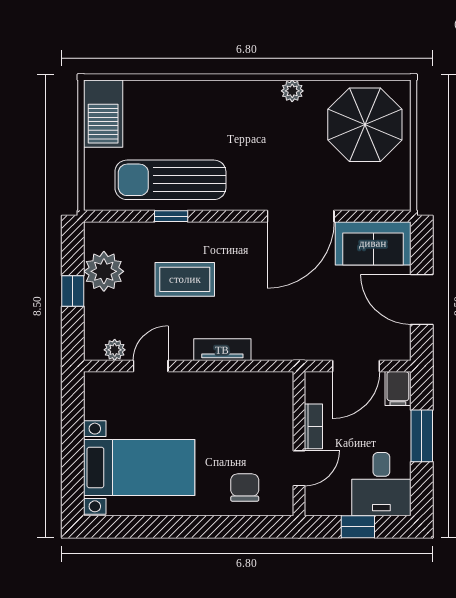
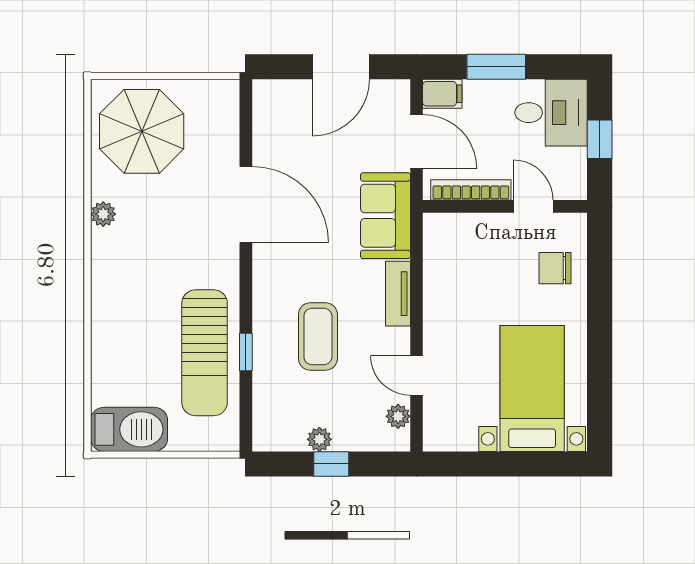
sofa: (373, 243) -> (385, 216), moved, turned 180
plant: (104, 271) -> (319, 439), width x0.53, depth x0.53
bookcase: (313, 426) -> (471, 190), width x1.56

